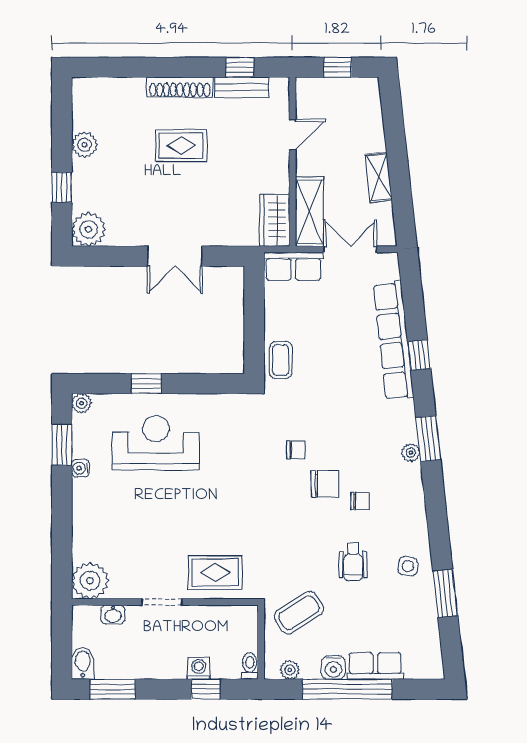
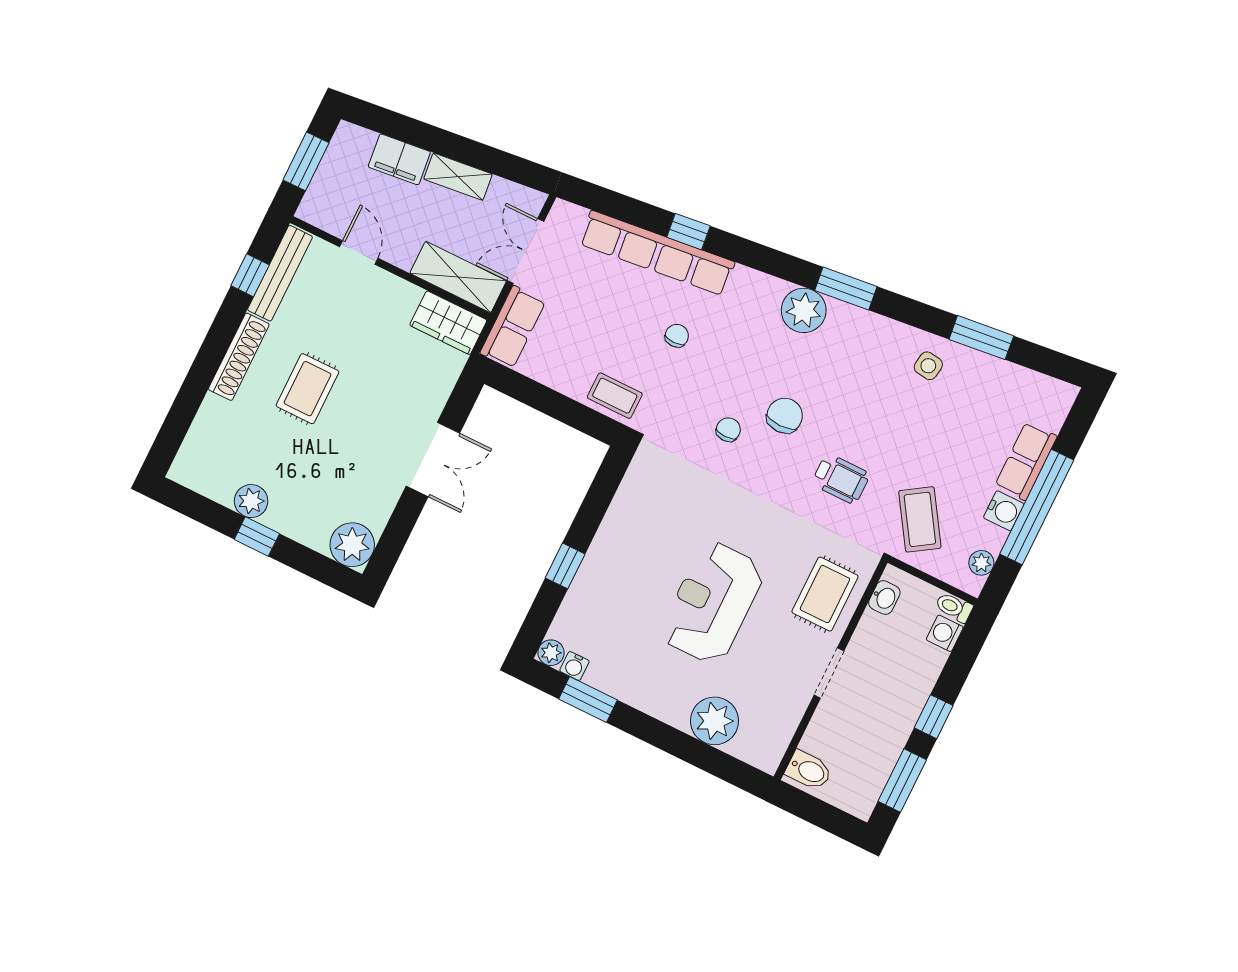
window: (338, 67) -> (306, 161), width x1.50
bench: (242, 87) -> (280, 273), width x1.36
filing cabinet: (371, 131) -> (399, 159), added
window: (62, 187) -> (257, 536), moved
window: (428, 439) -> (846, 289), moved
reception desk: (156, 443) -> (712, 603), moved
plant: (411, 453) -> (804, 310), width x1.88, depth x1.88
water cooler: (80, 468) -> (574, 666), moved
chair: (360, 501) -> (677, 336), moved
wheelchair: (353, 562) -> (841, 479), moved
plant: (90, 581) -> (715, 721), moved
washbasin: (113, 615) -> (884, 598), moved
bidet: (83, 663) -> (809, 770), moved, turned 180
washing machine: (199, 669) -> (945, 633), moved
window: (206, 689) -> (934, 717), moved

